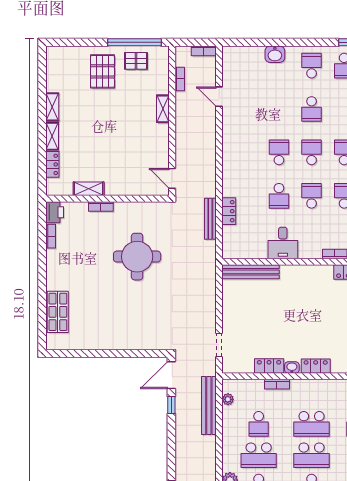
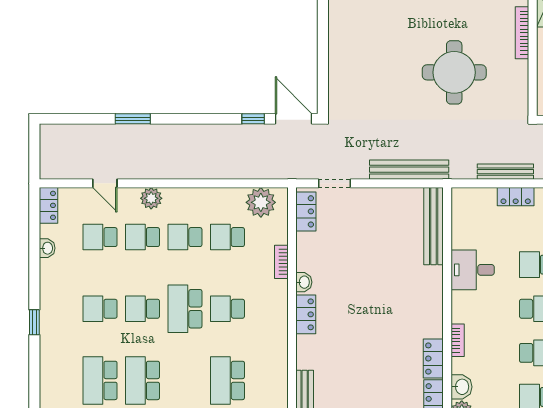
bookcase: (101, 206) -> (522, 33), width x1.56
locker: (269, 366) -> (306, 211), moved
plant: (228, 399) -> (261, 202), width x1.87, depth x1.87
bench: (209, 405) -> (409, 170), moved
school desk: (312, 424) -> (227, 309), width x0.54
school desk: (259, 455) -> (185, 237), width x0.54

